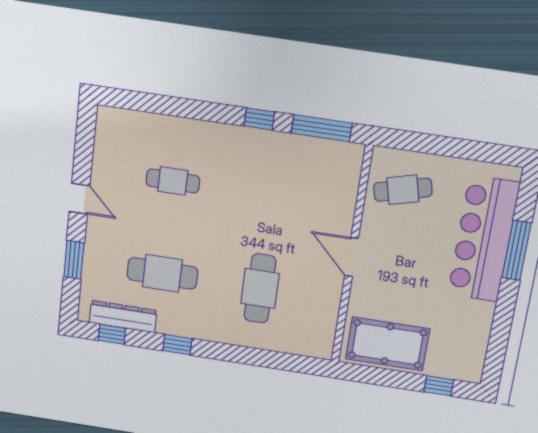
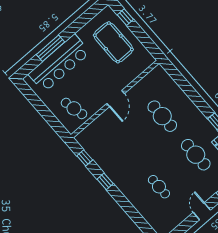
window: (322, 128) -> (85, 158), width x0.46
cafe table: (260, 288) -> (162, 116), turned 90
pool table: (387, 344) -> (113, 42), moved

